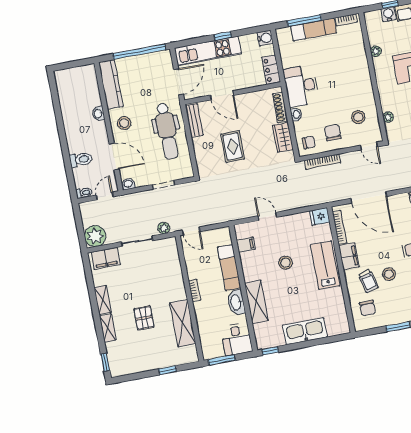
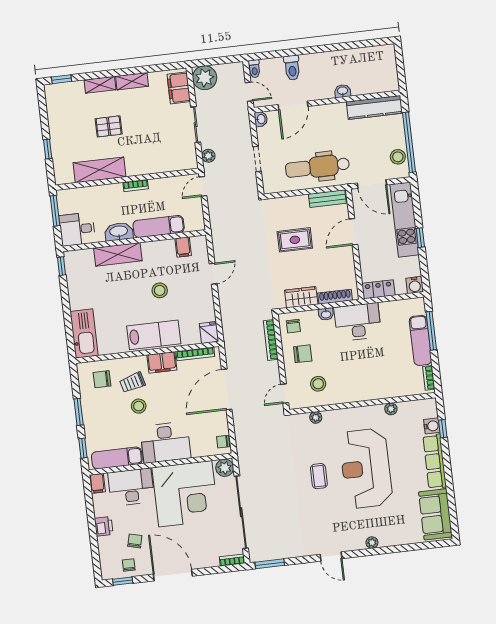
stool: (124, 123) -> (398, 157), moved
kitchen sink: (305, 331) -> (84, 334), moved

